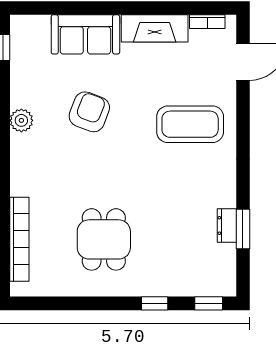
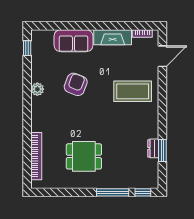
dining table: (104, 239) -> (84, 156), turned 90
window: (155, 303) -> (113, 192), width x2.17

